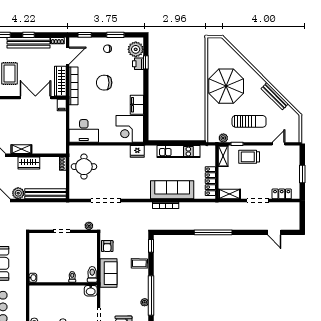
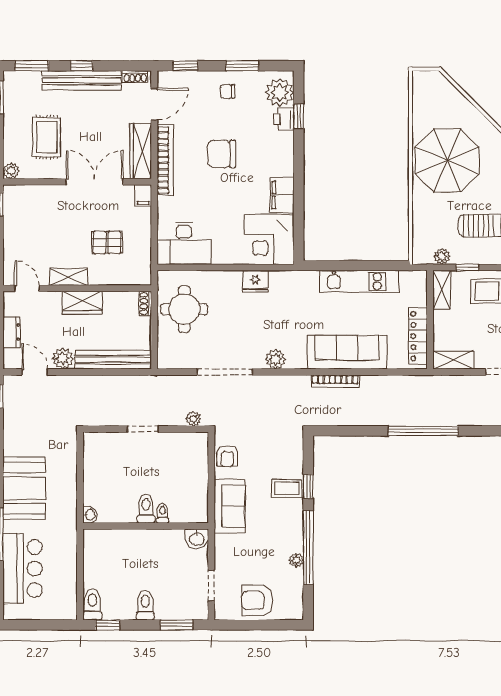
pallet: (42, 130) -> (107, 242), added
fridge: (137, 151) -> (255, 281), moved
plant: (133, 194) -> (276, 359), added
window: (151, 246) -> (308, 486), moved
toilet: (92, 274) -> (146, 509), moved

